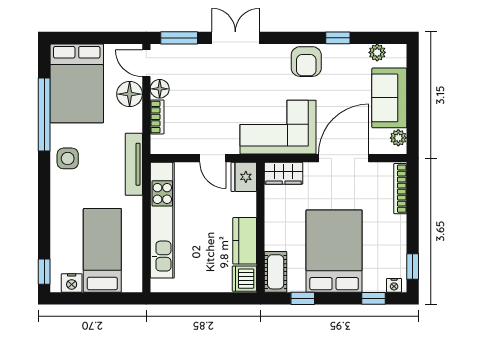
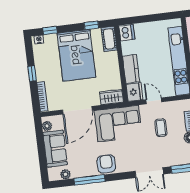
window: (338, 38) -> (89, 180), width x2.17
coffee table: (207, 111) -> (161, 128), added
kitchen counter: (245, 241) -> (131, 69), moved
window: (413, 267) -> (32, 74), moved

